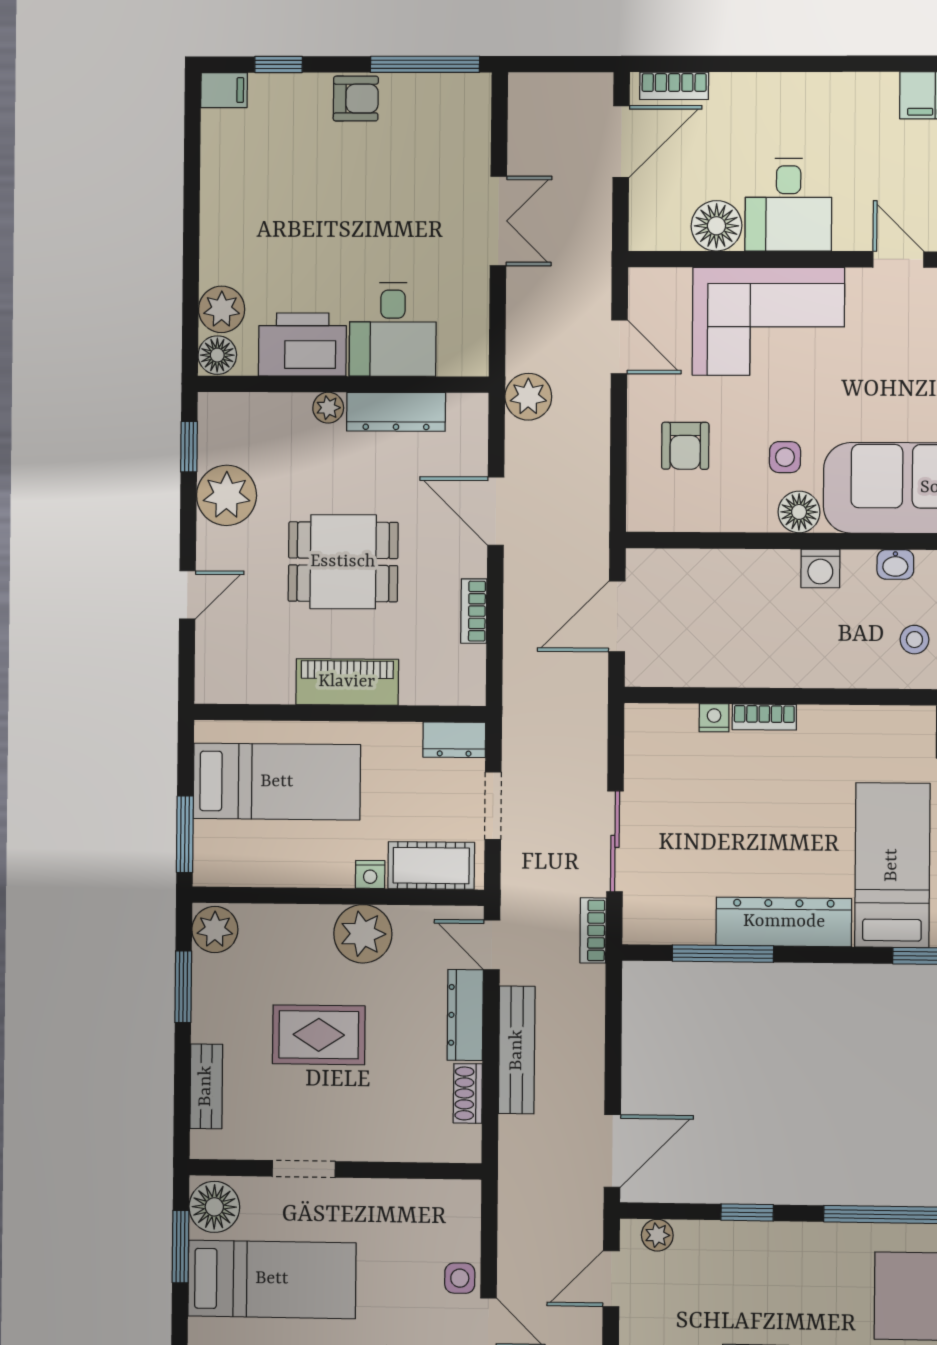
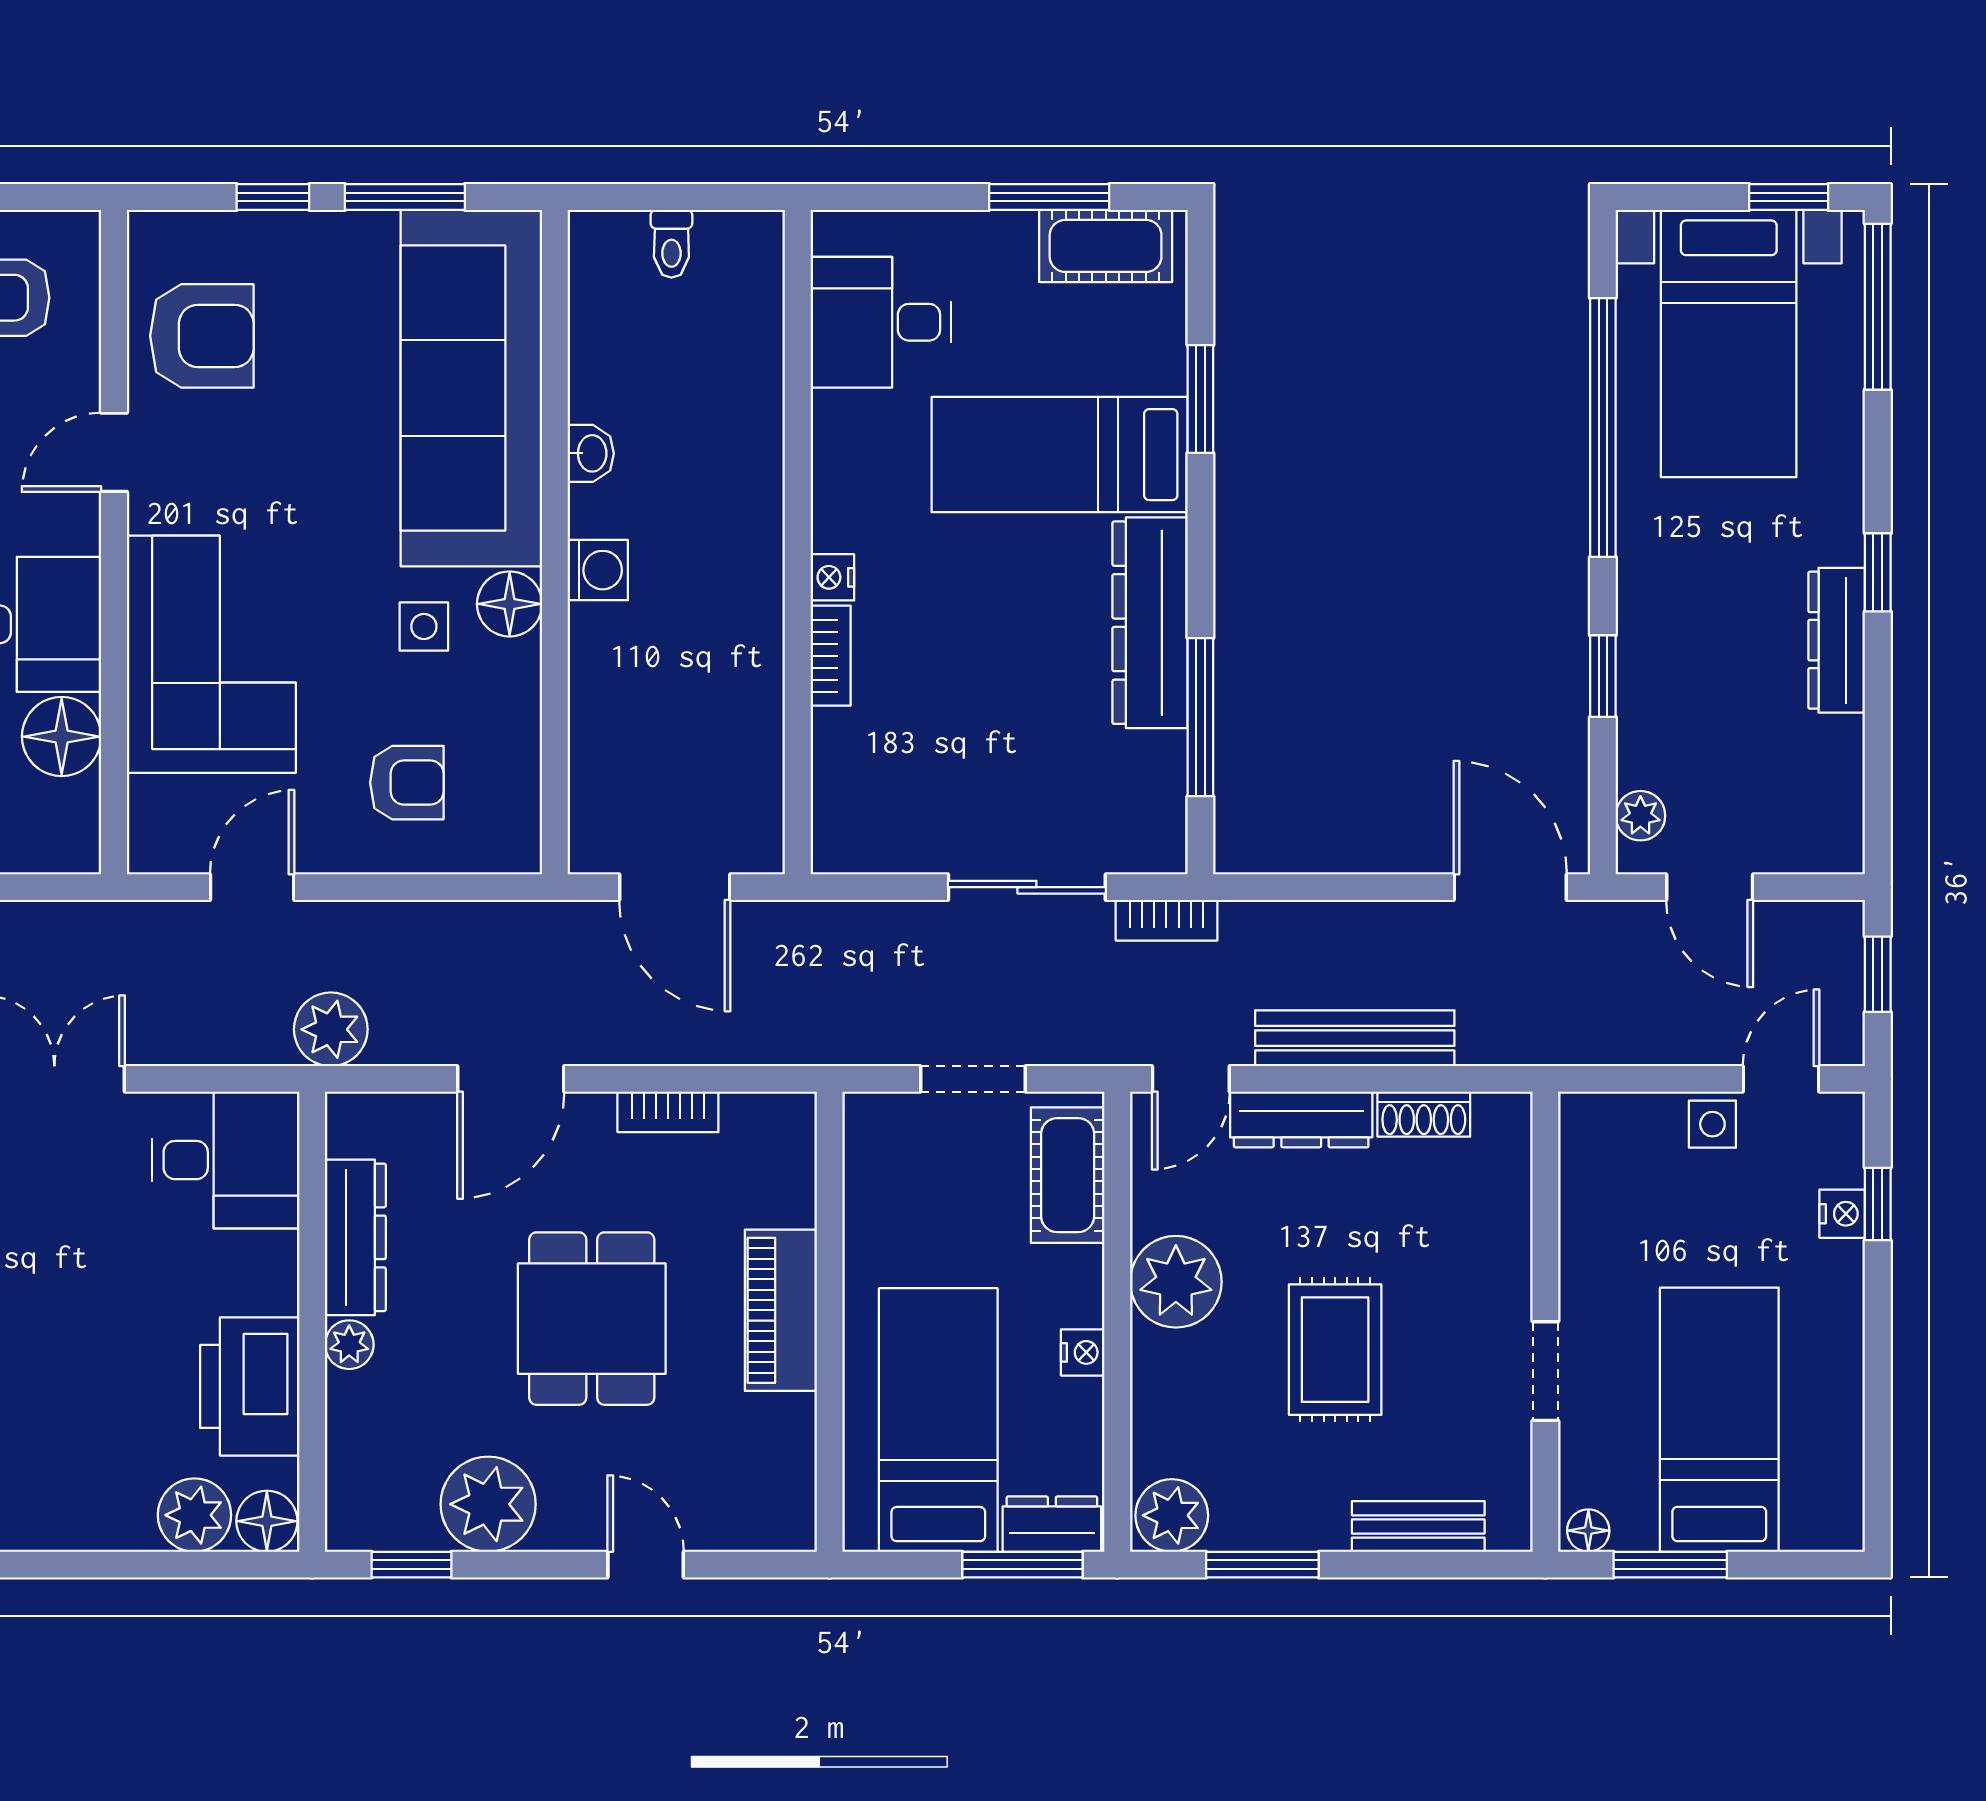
desk: (393, 329) -> (226, 1160), moved
stool: (914, 640) -> (708, 423), removed
nightstand: (714, 718) -> (832, 577), moved
dresser: (454, 740) -> (1052, 1524), moved, turned -90
nightstand: (370, 874) -> (1083, 1352), moved
floor lamp: (214, 1207) -> (1588, 1531), width x0.53, depth x0.53

